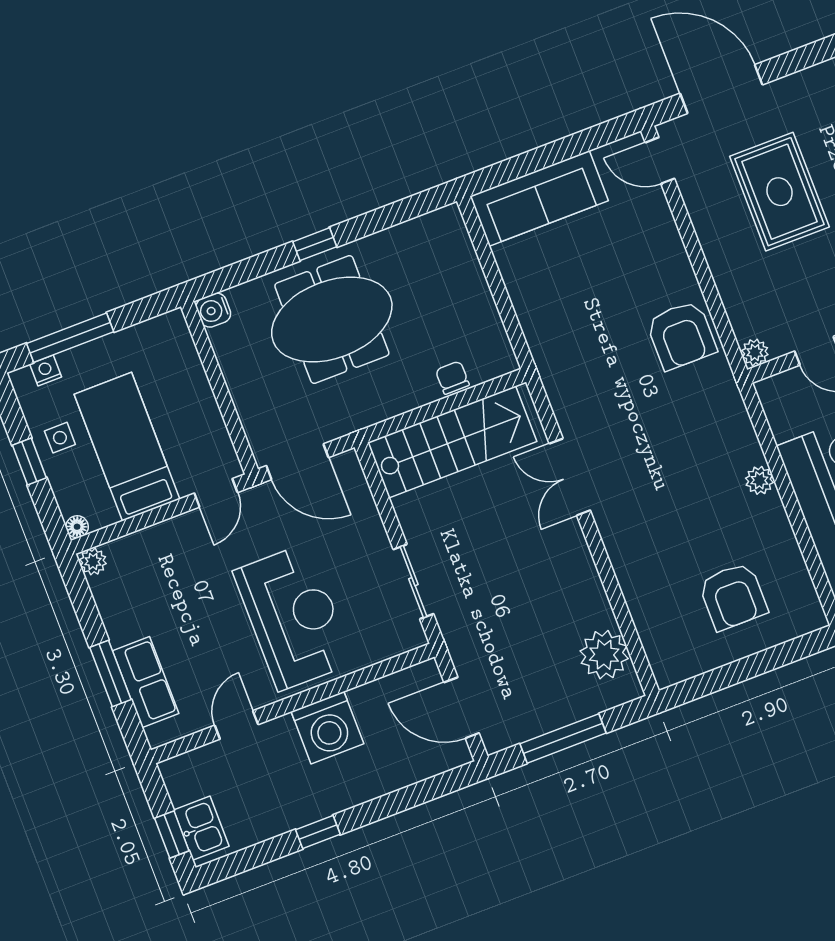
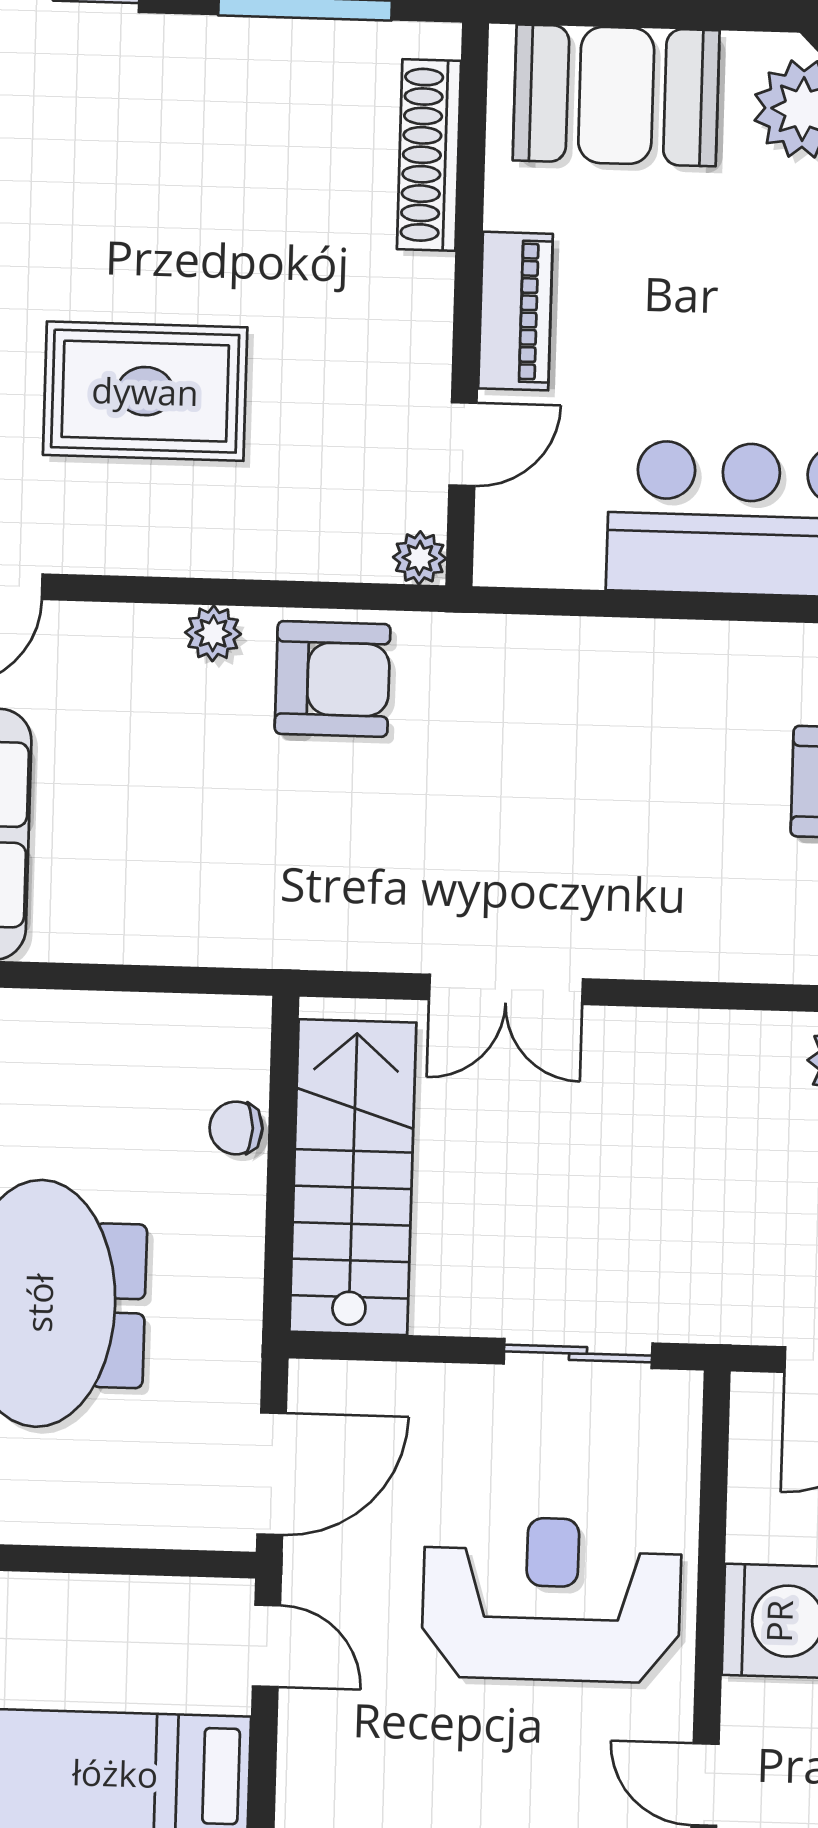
plant: (759, 480) -> (213, 633), moved

